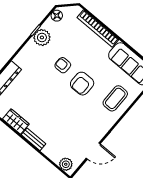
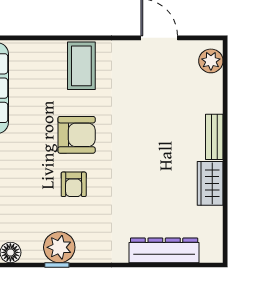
coffee table: (115, 98) -> (81, 66), moved, turned 90

